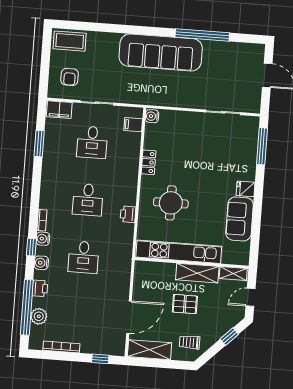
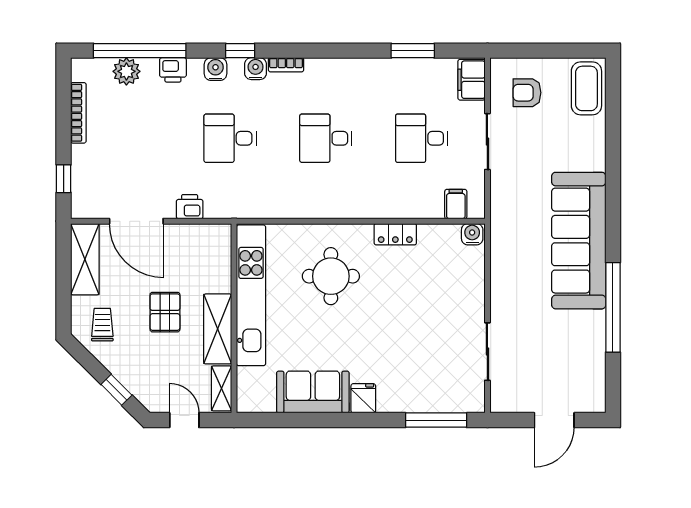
printer: (128, 214) -> (190, 207), moved

